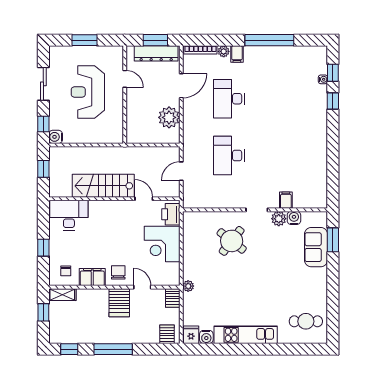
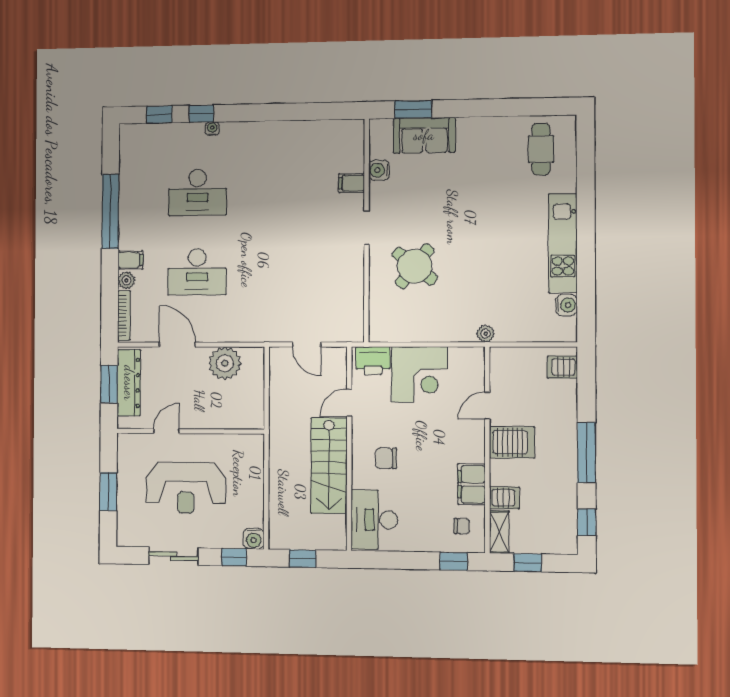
water cooler: (323, 79) -> (212, 129), moved
desk: (229, 156) -> (197, 192), moved
plant: (279, 219) -> (380, 194), removed
window: (43, 248) -> (454, 561), moved
chair: (118, 272) -> (386, 458), moved
server rack: (173, 298) -> (504, 498), moved
fridge: (191, 335) -> (563, 329), removed

